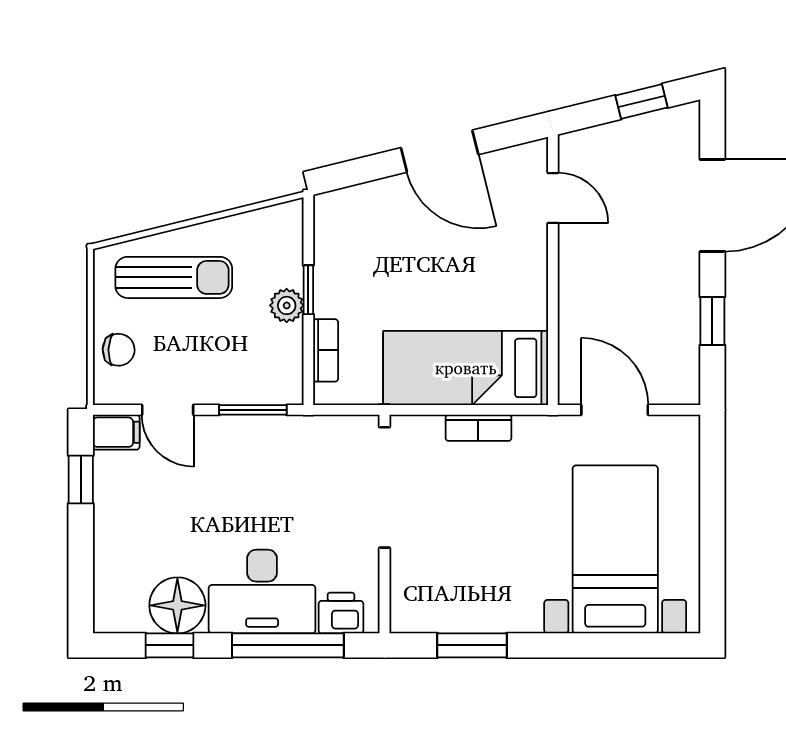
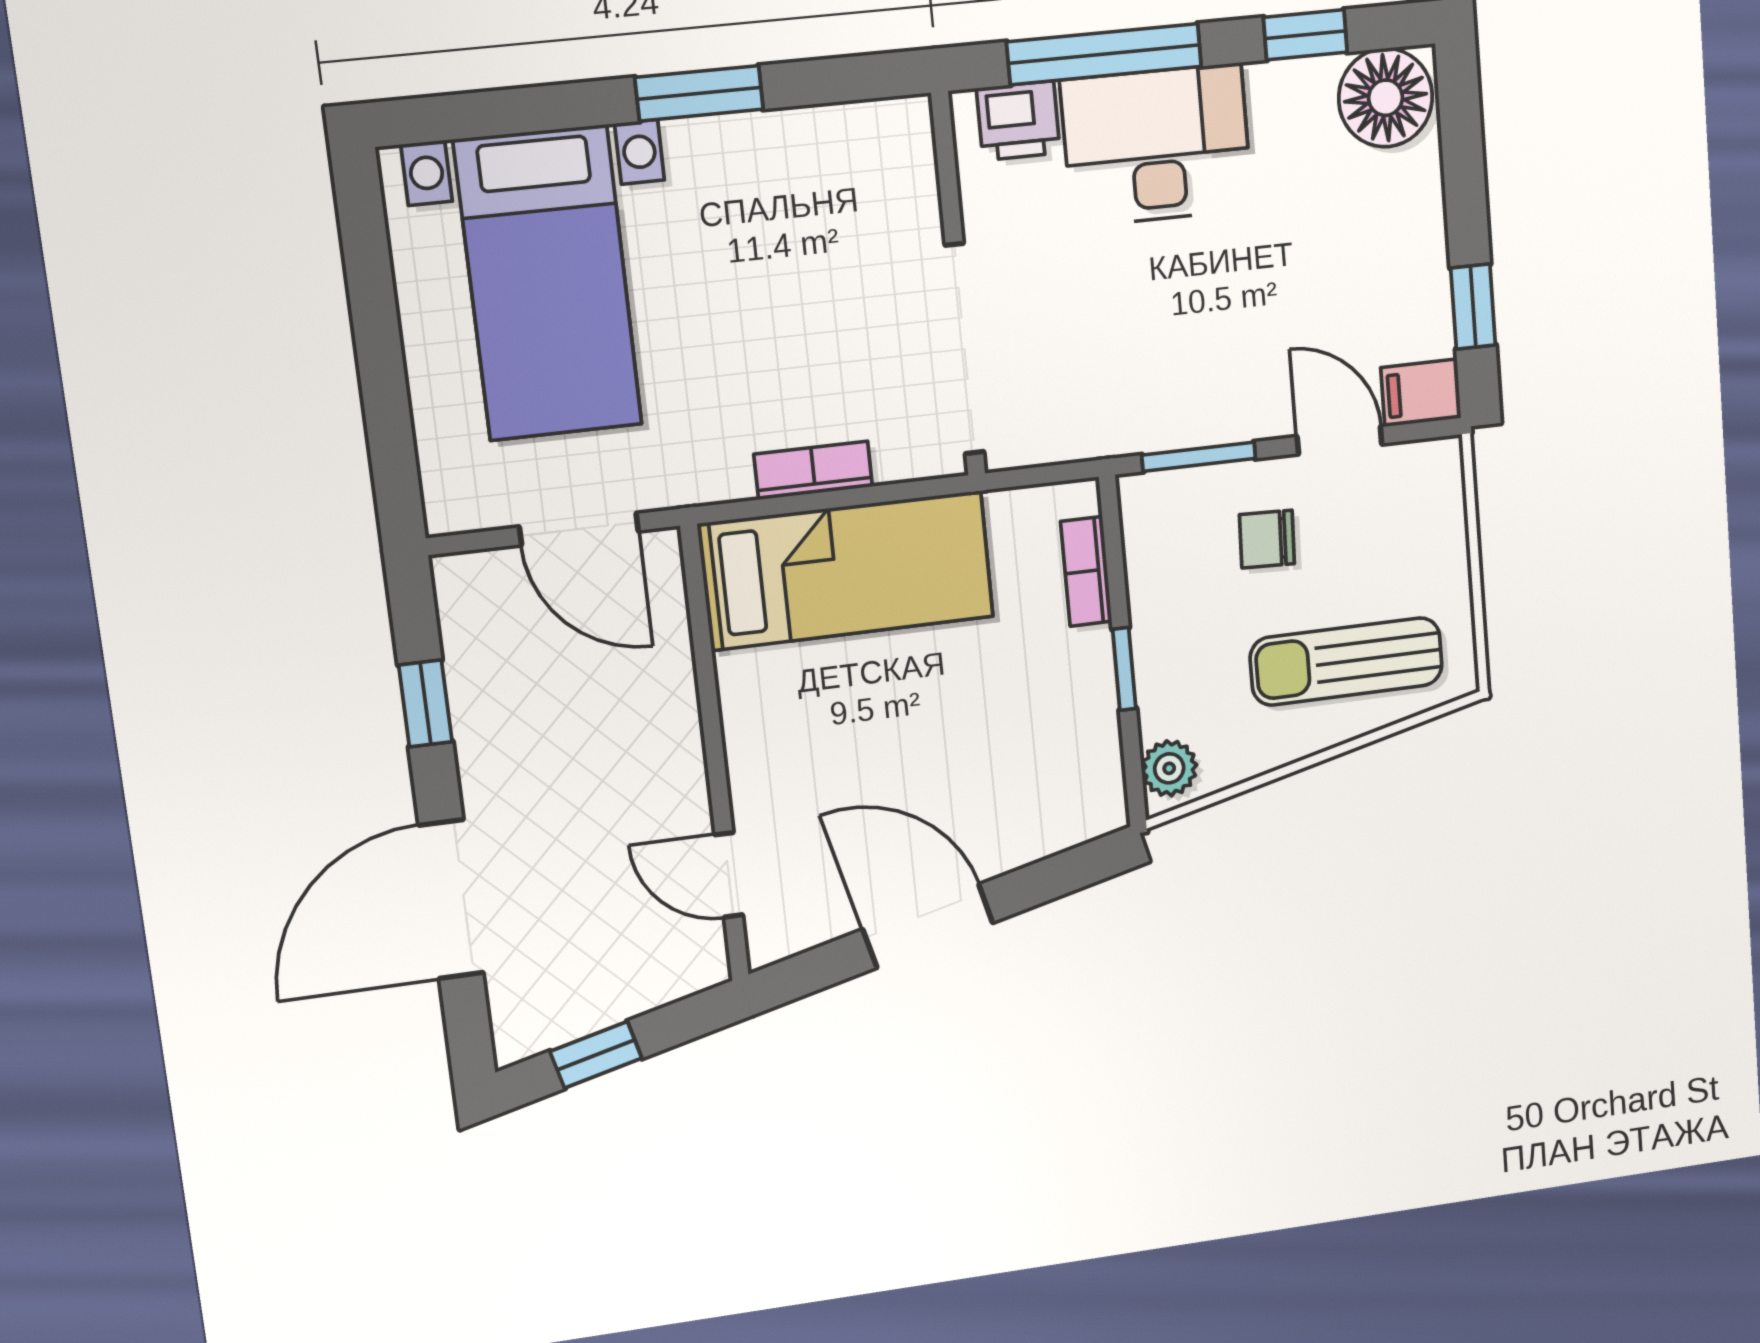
plant: (287, 305) -> (1169, 768), moved
chair: (119, 350) -> (1267, 539), moved
floor lamp: (177, 605) -> (1386, 98), moved
window: (472, 645) -> (699, 93), moved

